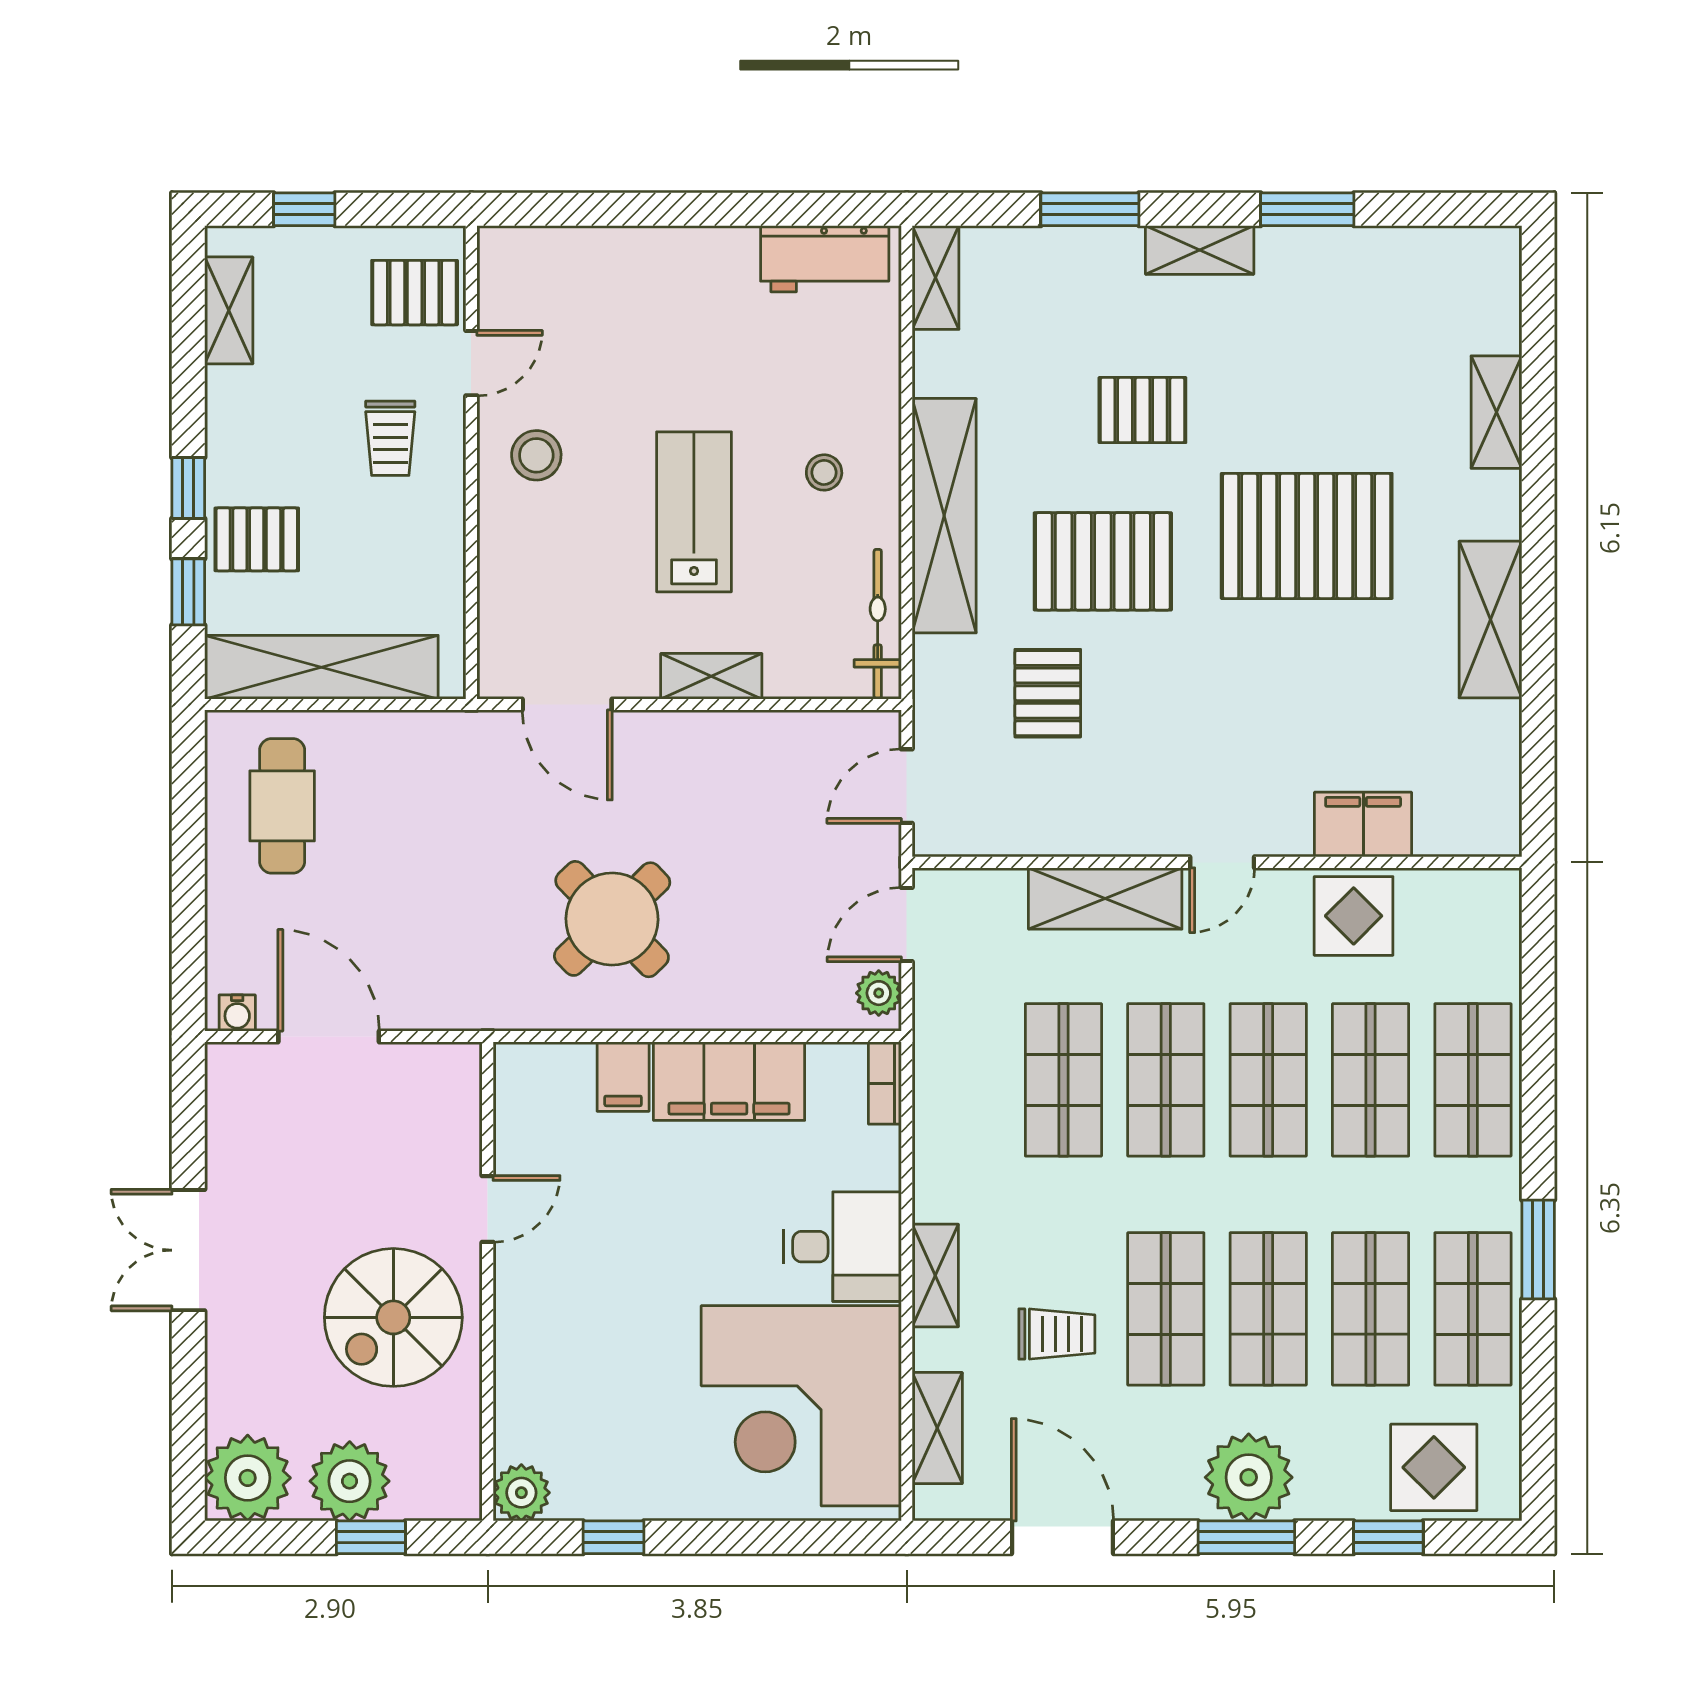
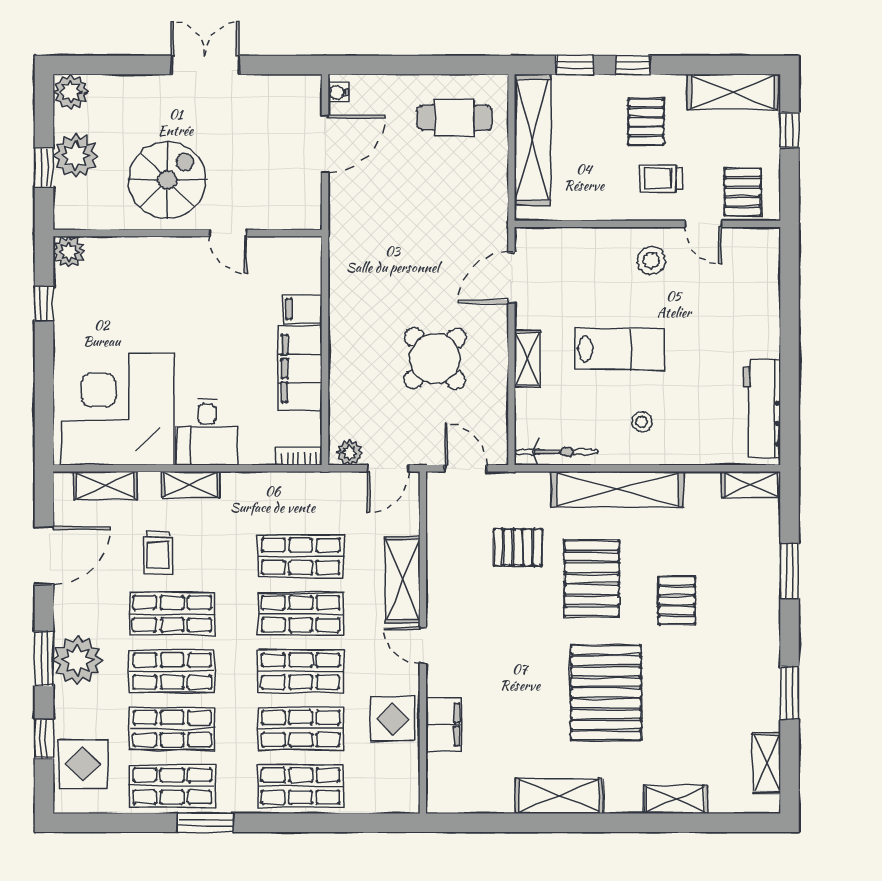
shelving: (1200, 250) -> (767, 763), moved
workbench: (825, 259) -> (762, 409), width x1.38
shelving: (229, 310) -> (733, 92), width x1.50, depth x1.33
pallet: (257, 539) -> (646, 122), moved
round table: (612, 919) -> (435, 359), moved
door: (907, 925) -> (388, 468), swing flipped
spiral stairs: (393, 1317) -> (167, 180), turned 90
plant: (248, 1478) -> (71, 92), width x0.73, depth x0.73

